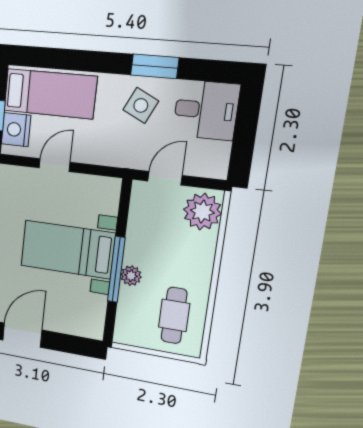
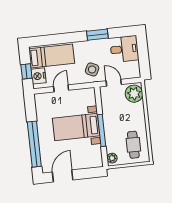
side table: (141, 105) -> (92, 69), moved
door: (165, 178) -> (114, 83), hinge flipped
plant: (131, 276) -> (112, 158), moved

